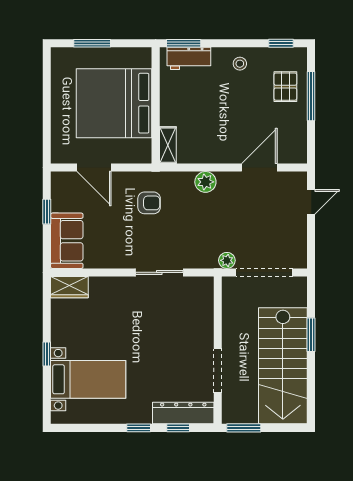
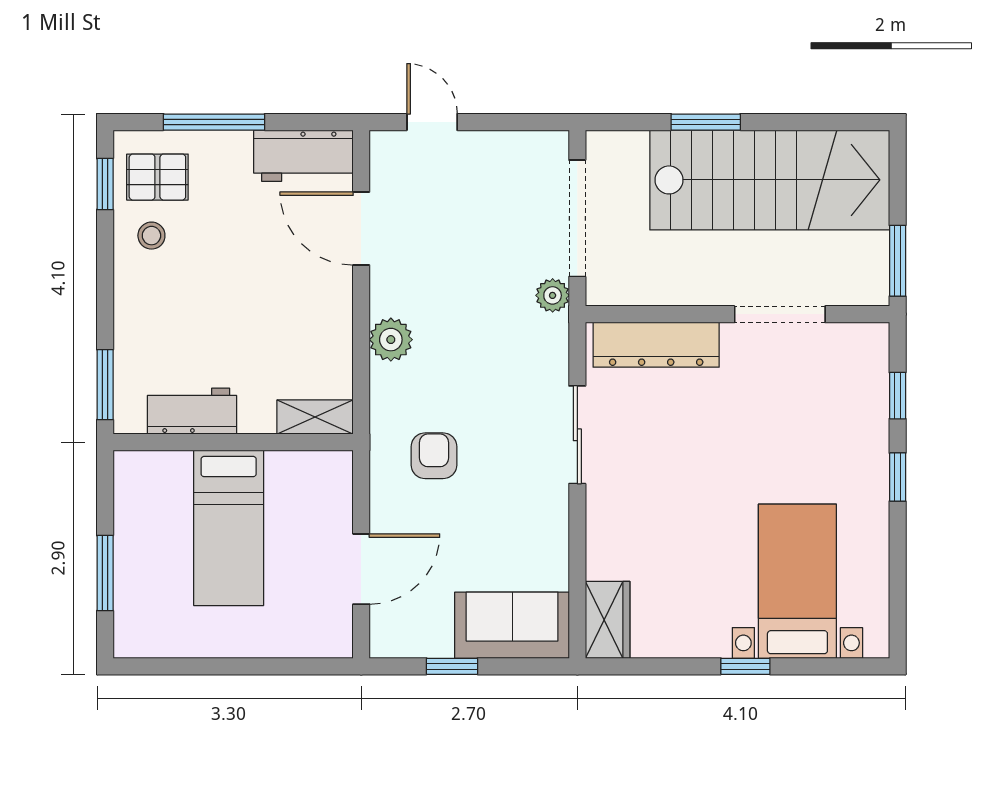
workbench: (189, 58) -> (192, 411), moved, turned -90
stool: (240, 64) -> (151, 236), moved
pallet: (285, 87) -> (157, 177), moved
bed: (114, 103) -> (229, 528), width x0.49
workbench: (295, 140) -> (303, 156), added
dresser: (183, 413) -> (656, 345), moved, turned -90

